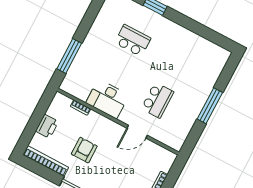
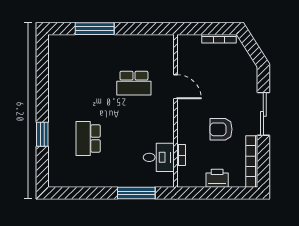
desk: (107, 99) -> (159, 157), moved, width x0.73
school desk: (157, 100) -> (134, 83), turned 180
window: (210, 106) -> (95, 29), moved

